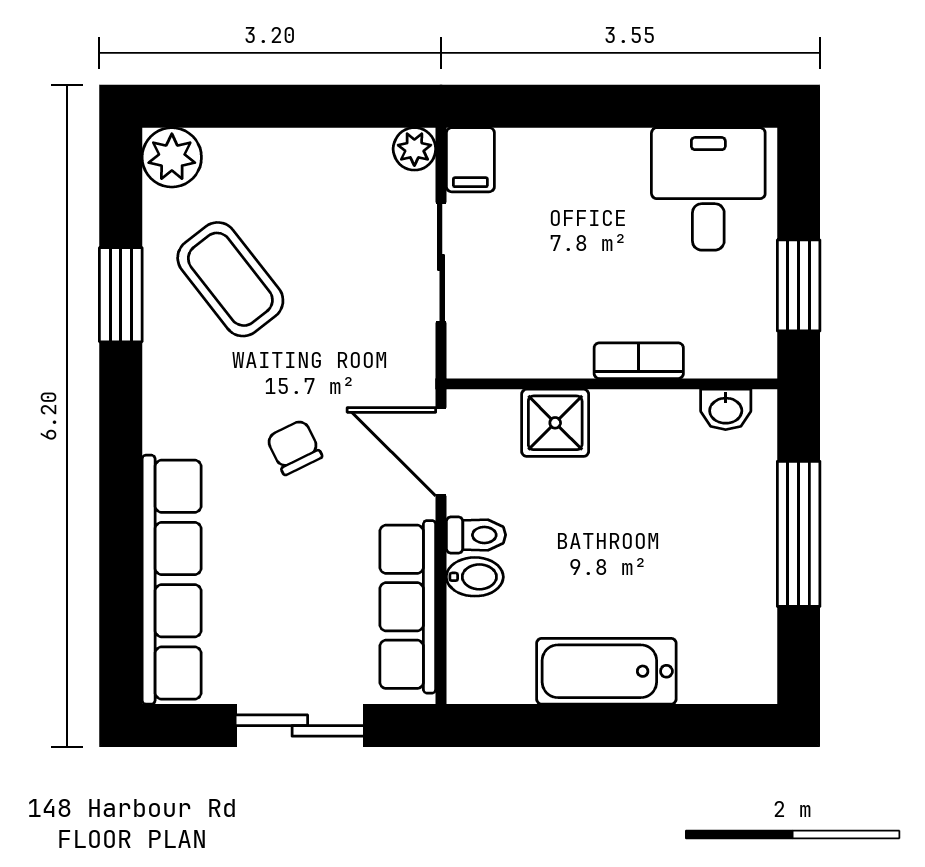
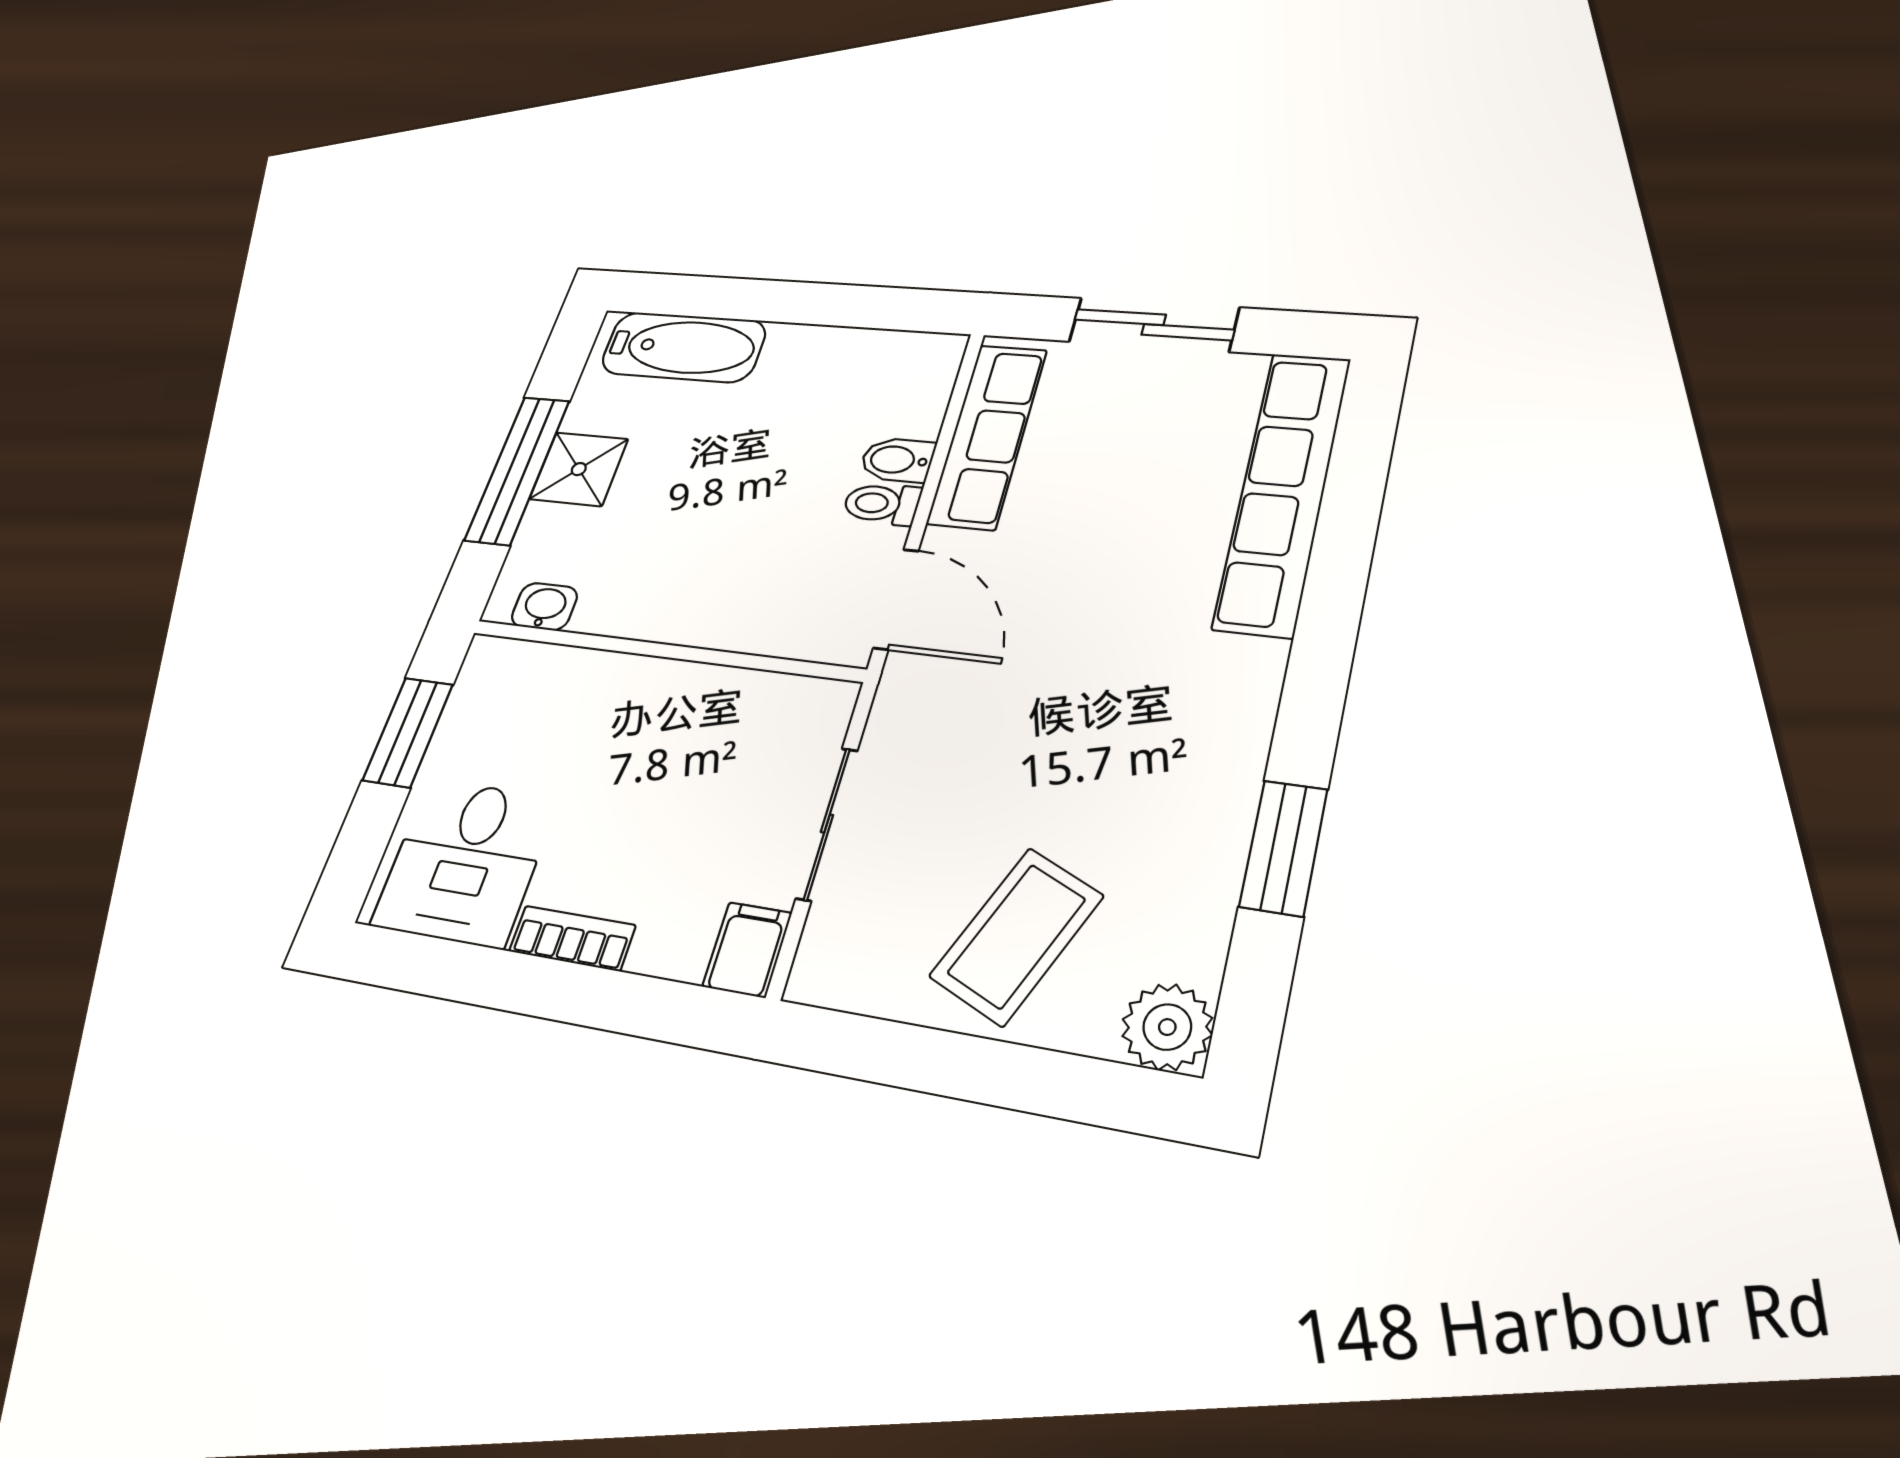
plant: (414, 149) -> (817, 977), removed
coffee table: (230, 279) -> (1016, 936), moved, turned 62
bookcase: (639, 361) -> (572, 938), moved, turned 180
shower: (555, 423) -> (579, 469), moved
chair: (294, 447) -> (1083, 625), removed
bathtub: (606, 671) -> (683, 347), moved

